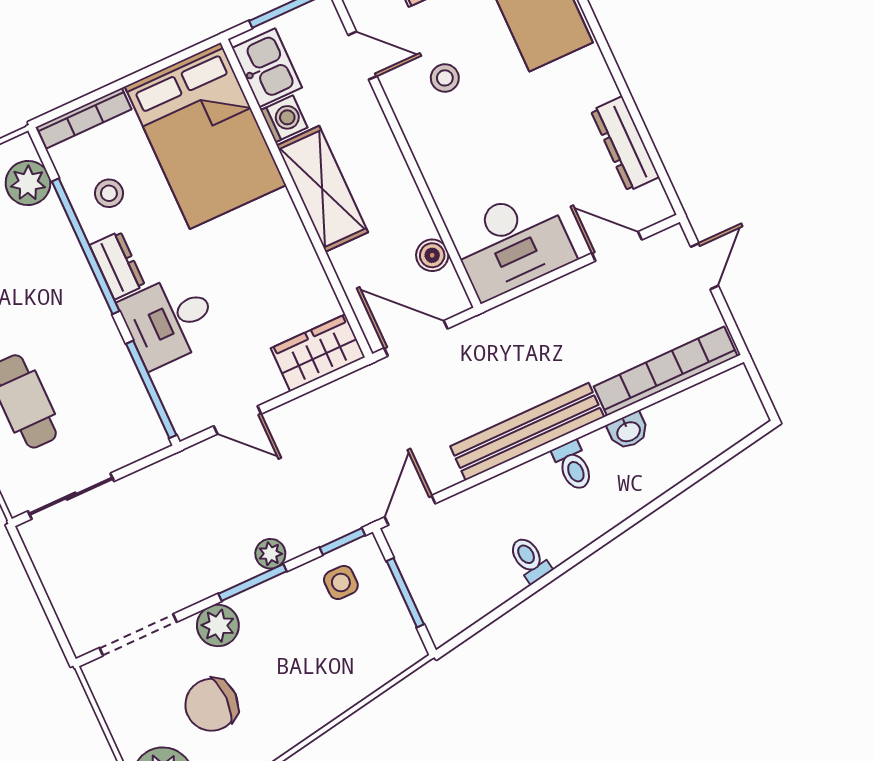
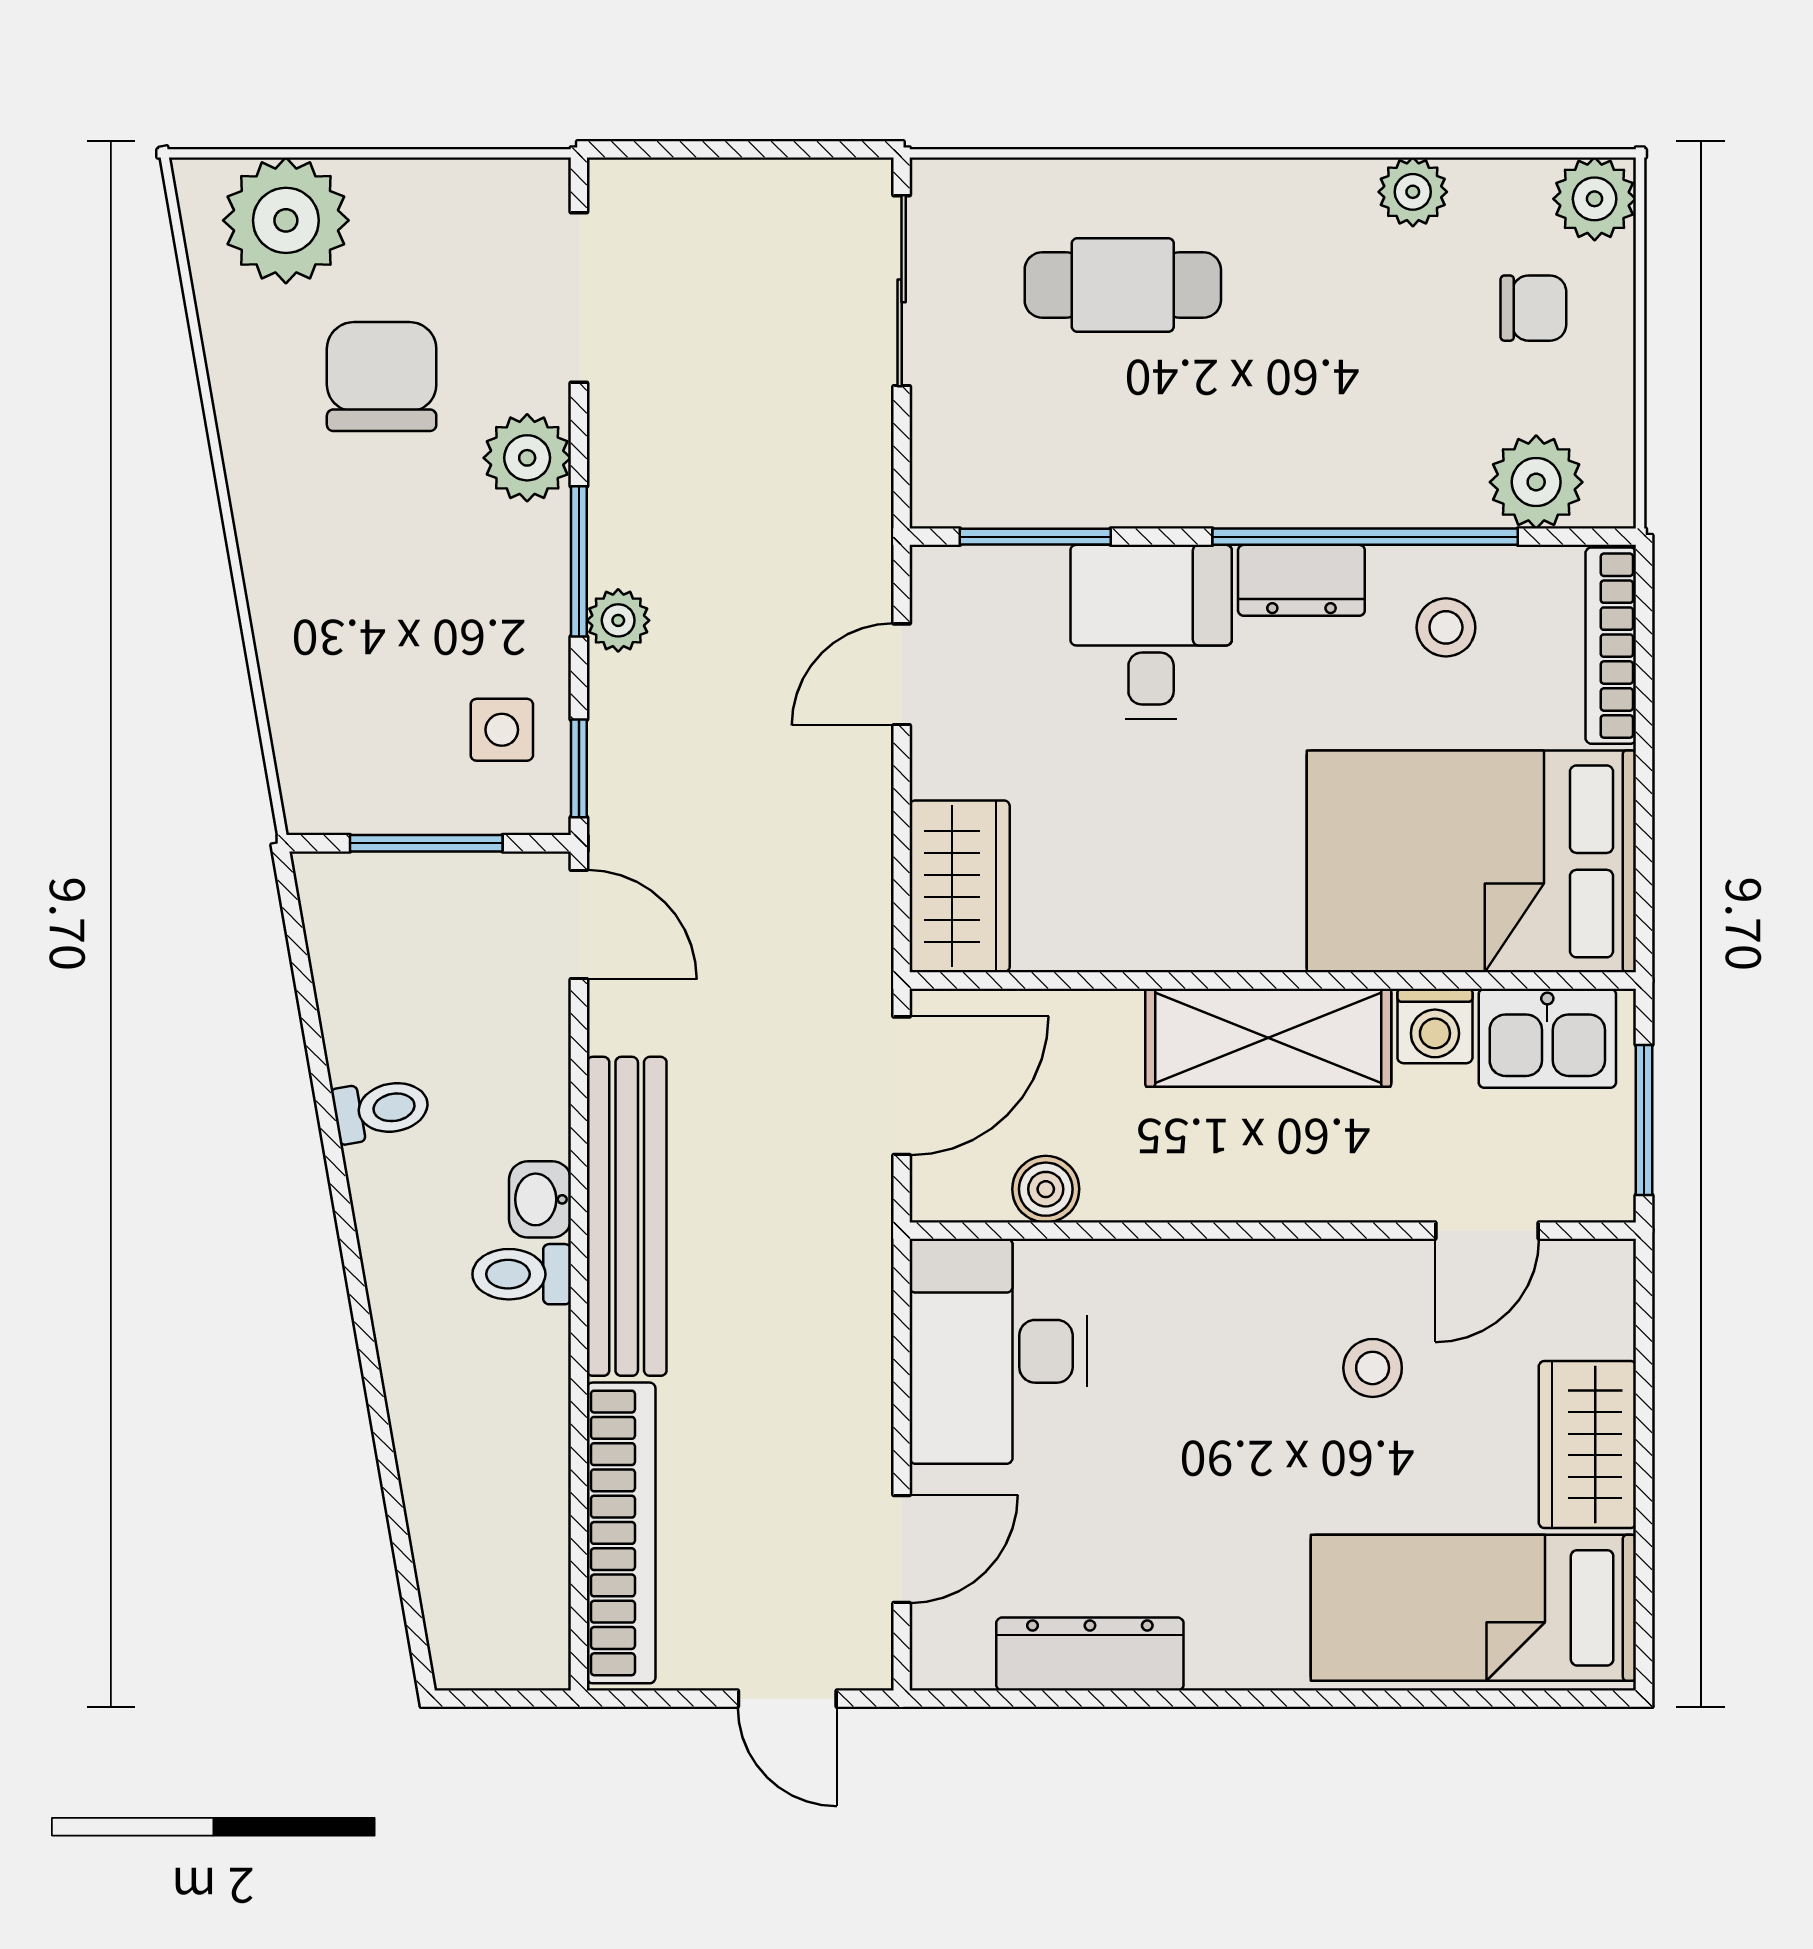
window: (151, 389) -> (1035, 537), width x0.69
washbasin: (628, 431) -> (540, 1199), moved

